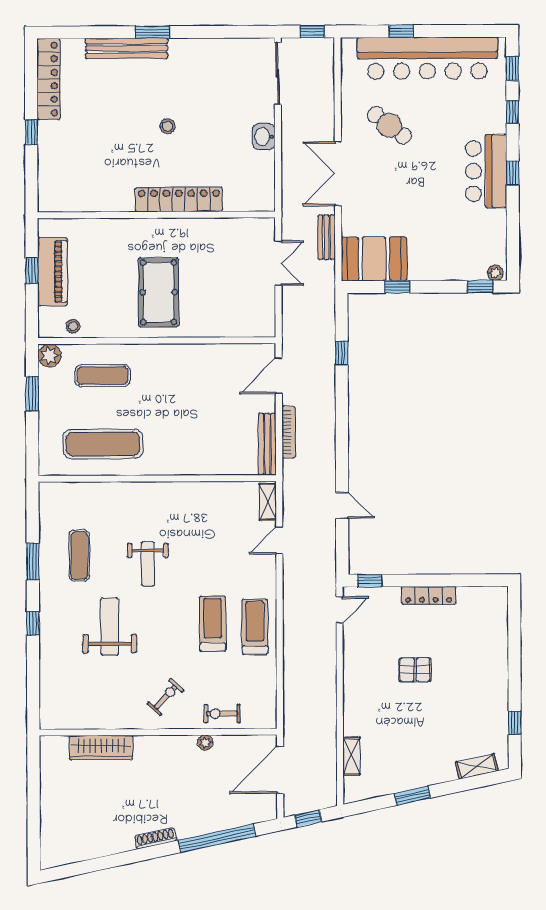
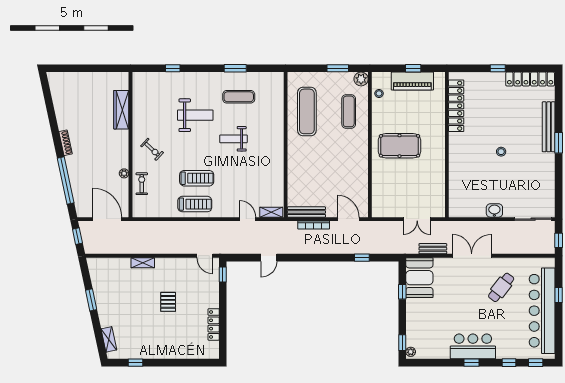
locker: (179, 199) -> (456, 106), moved
locker: (429, 595) -> (214, 324), moved
window: (33, 623) -> (173, 68), moved
shelving: (351, 756) -> (143, 263), moved

